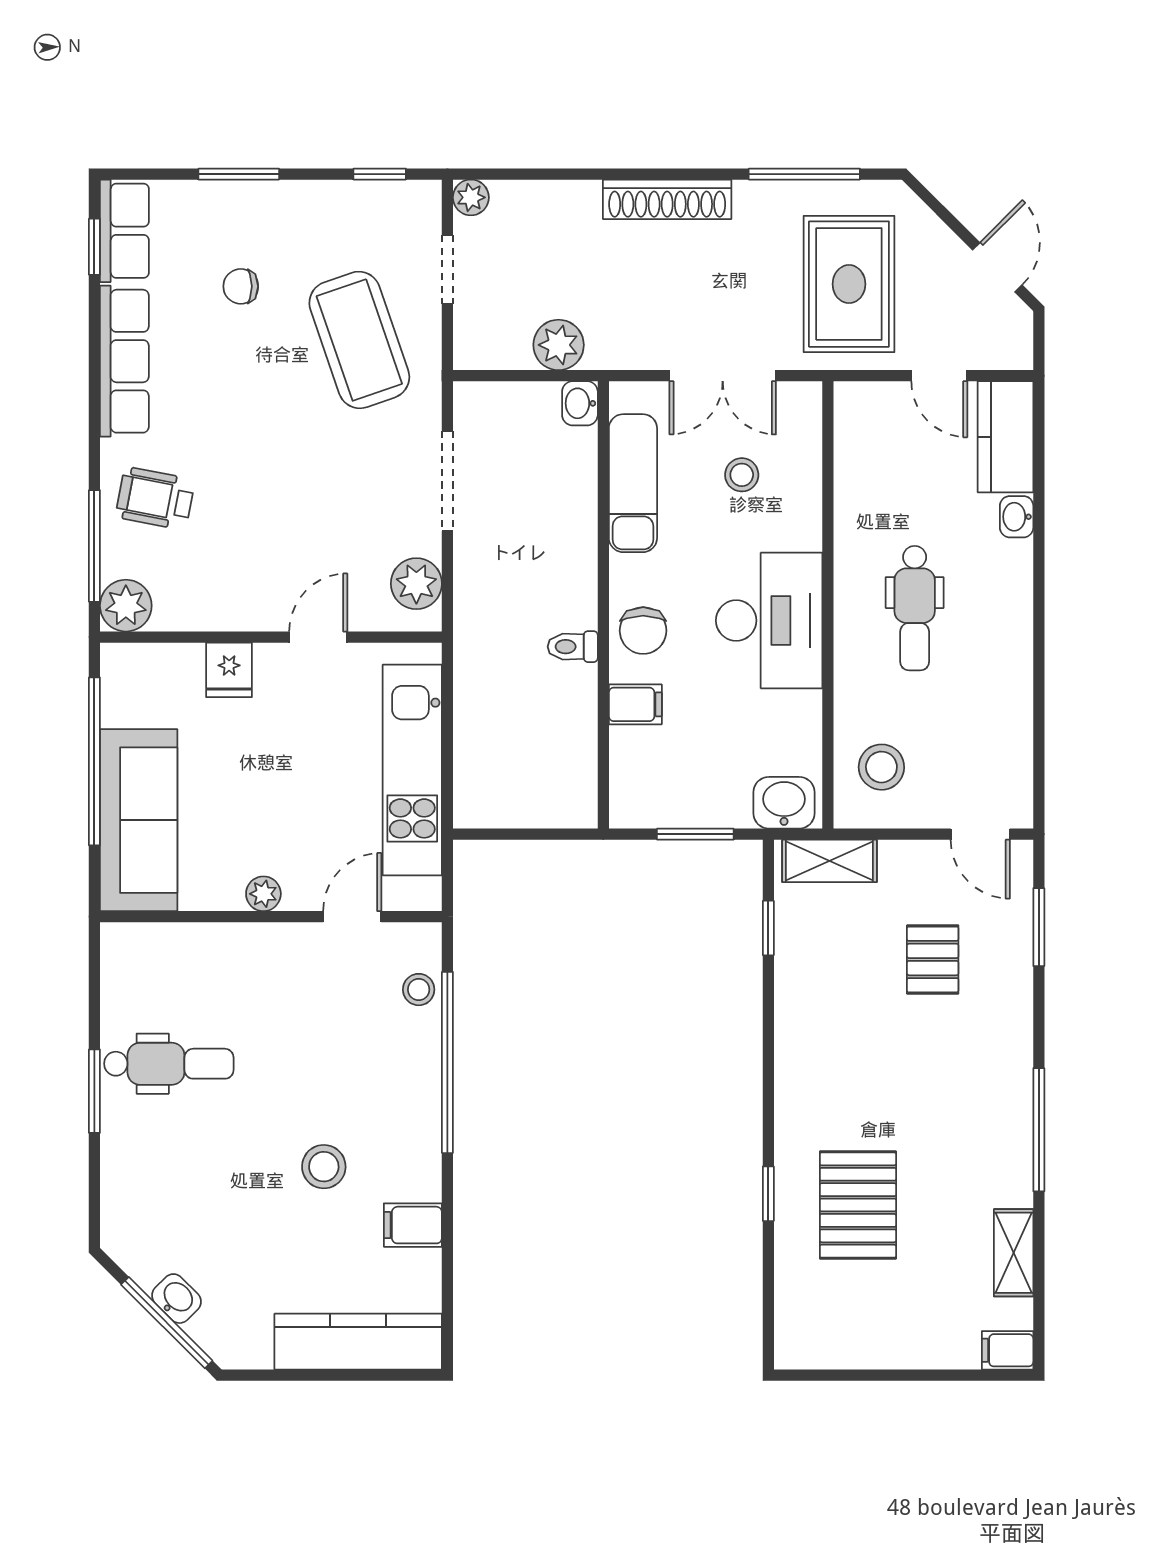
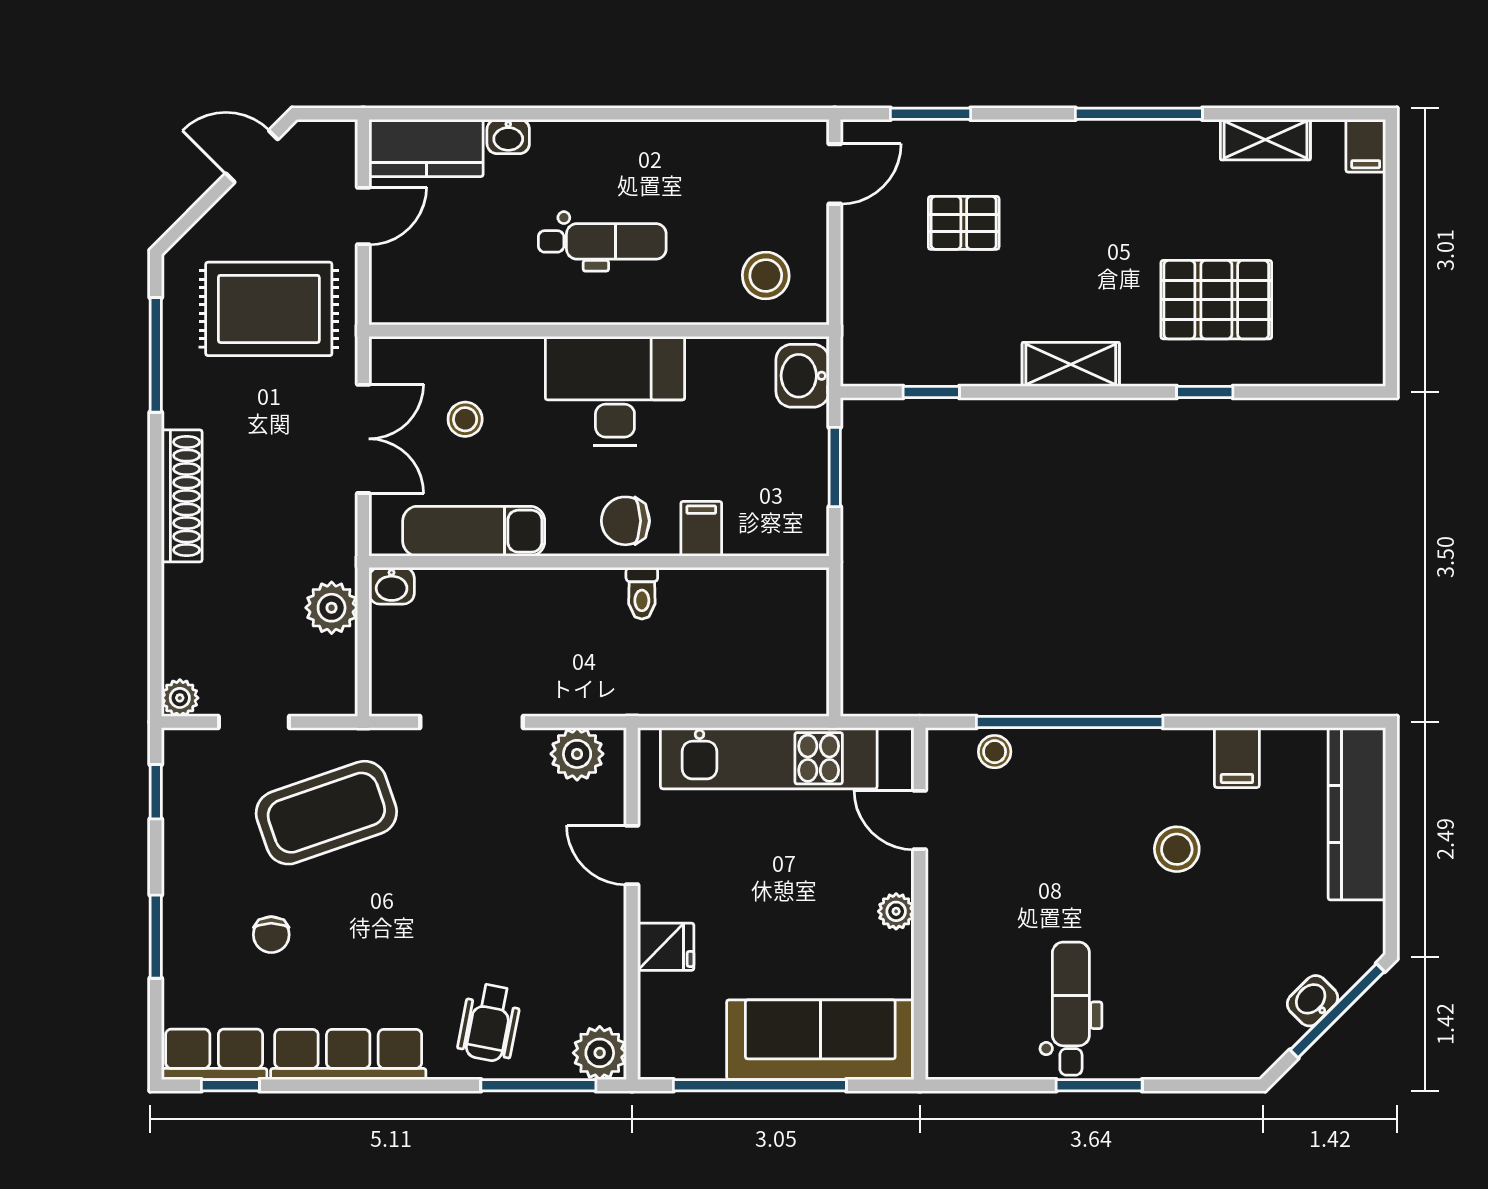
chair: (643, 631) -> (625, 521), turned 180
shelving: (829, 861) -> (1071, 364), moved, turned 90

